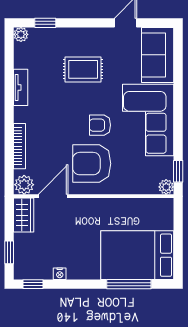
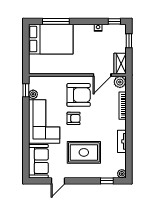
rug: (83, 69) -> (84, 152), width x1.36, depth x1.43
plant: (166, 187) -> (33, 94), moved

